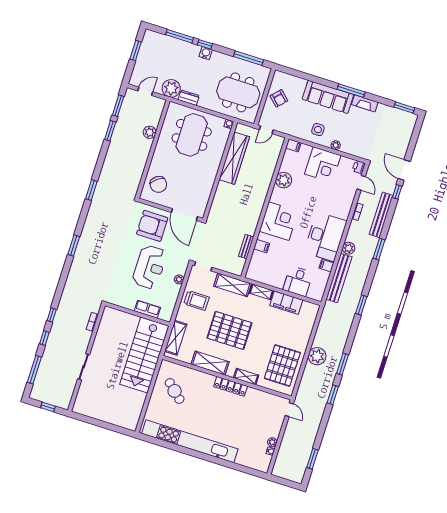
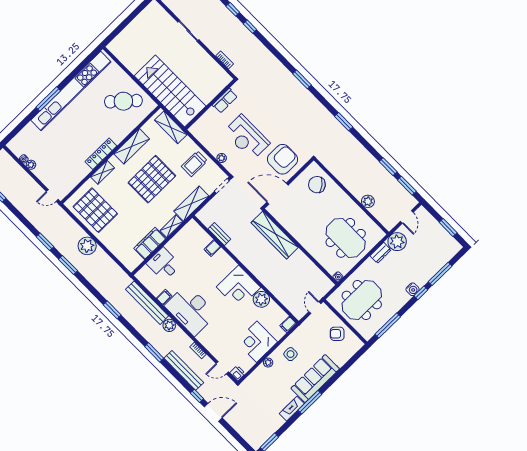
wardrobe: (234, 158) -> (275, 235), moved
corner desk: (279, 221) -> (238, 287), moved
row of seats: (147, 309) -> (225, 101), moved
cafe table: (175, 391) -> (123, 101), width x1.37, depth x1.35
window: (207, 457) -> (48, 99), added

